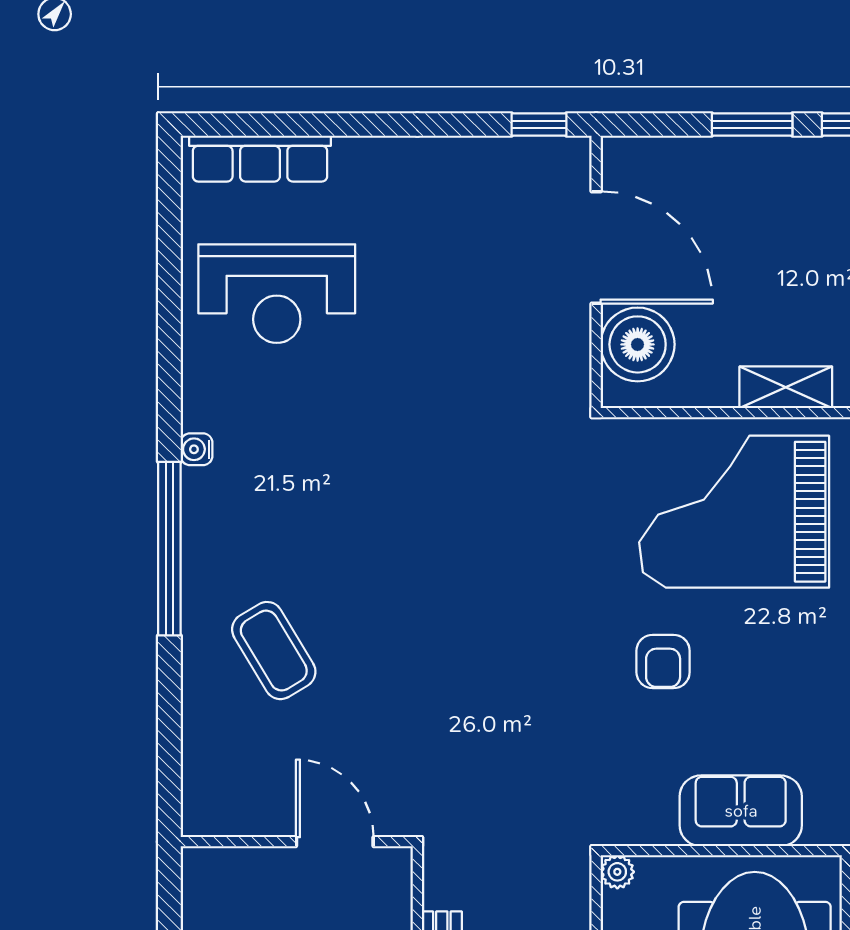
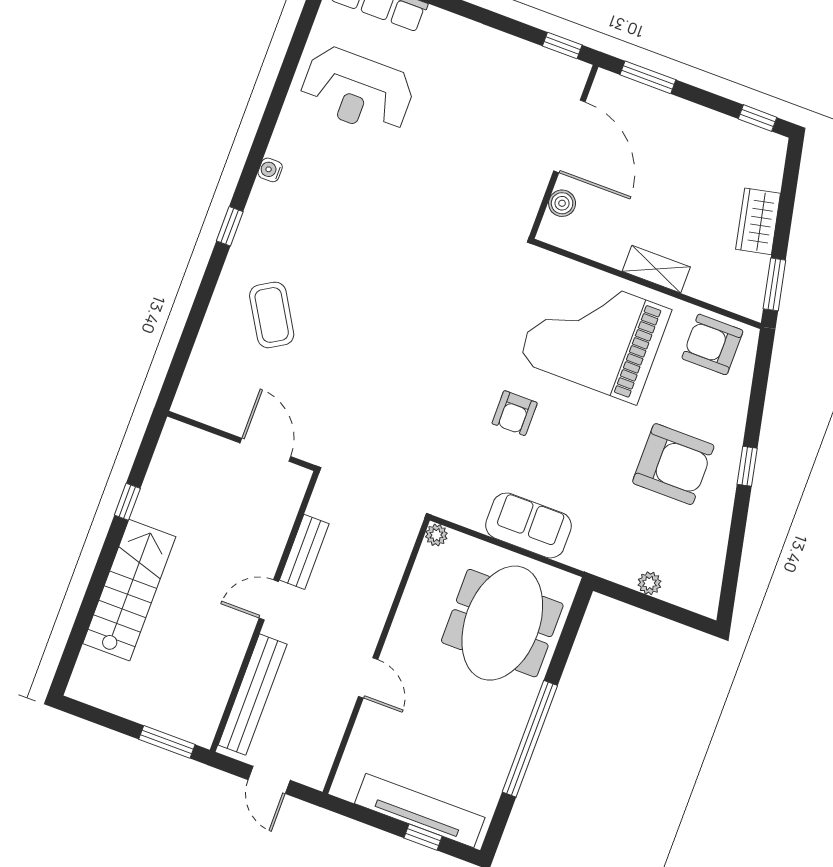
window: (752, 124) -> (648, 77), moved
boiler: (638, 344) -> (562, 203), width x0.54, depth x0.54
window: (169, 549) -> (230, 226), width x0.32

